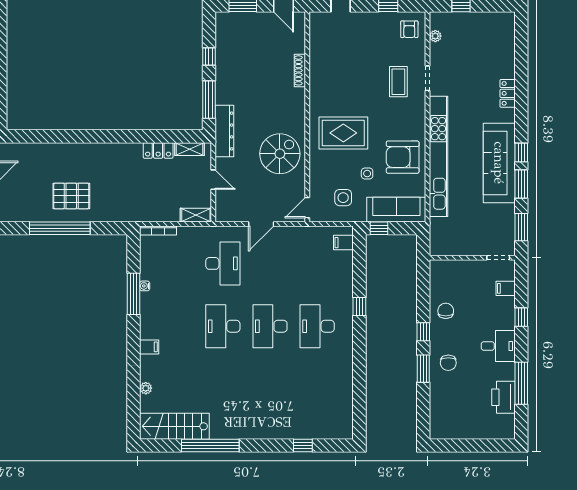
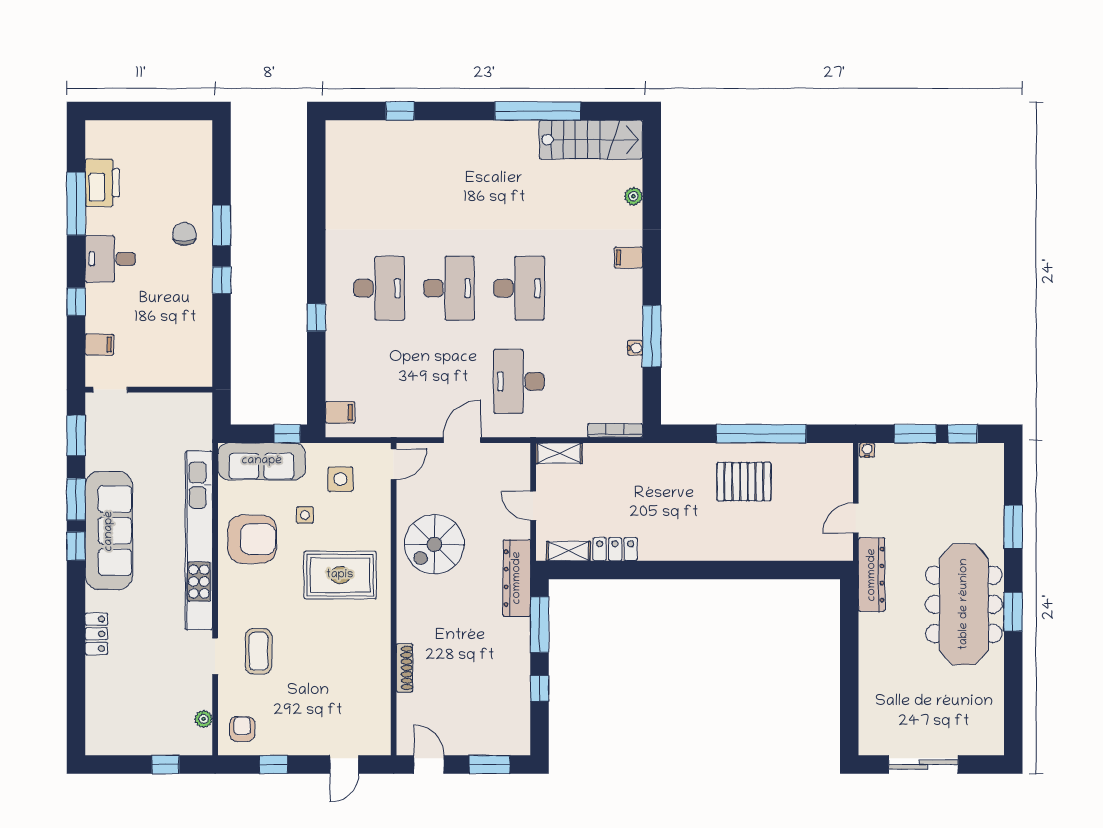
chair: (446, 311) -> (188, 311), removed

